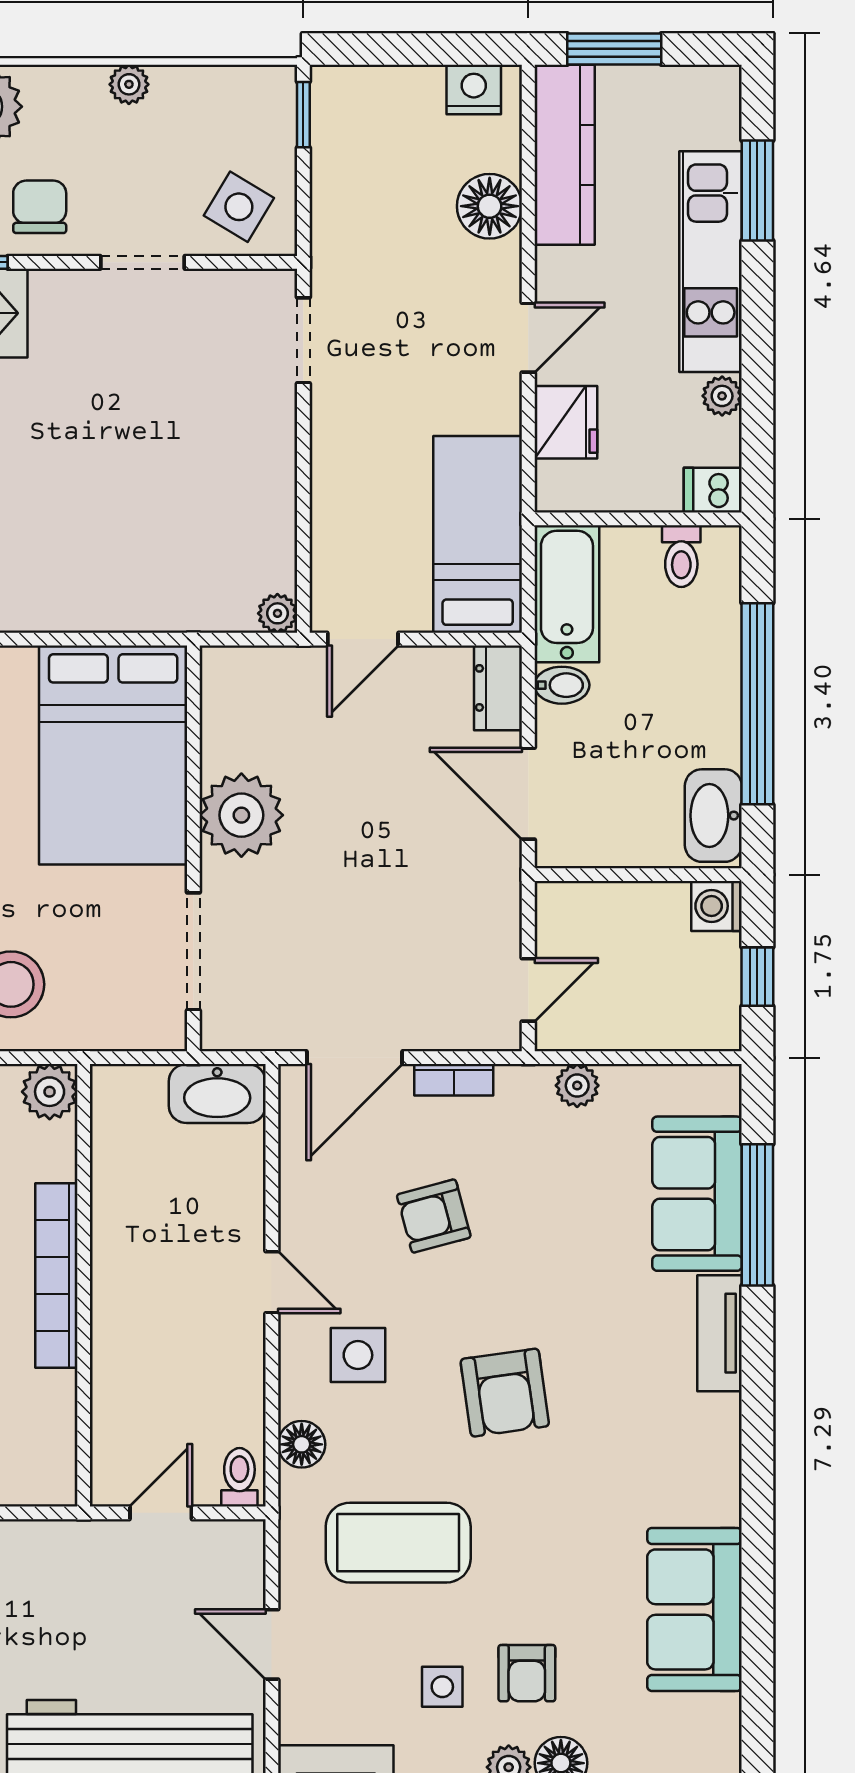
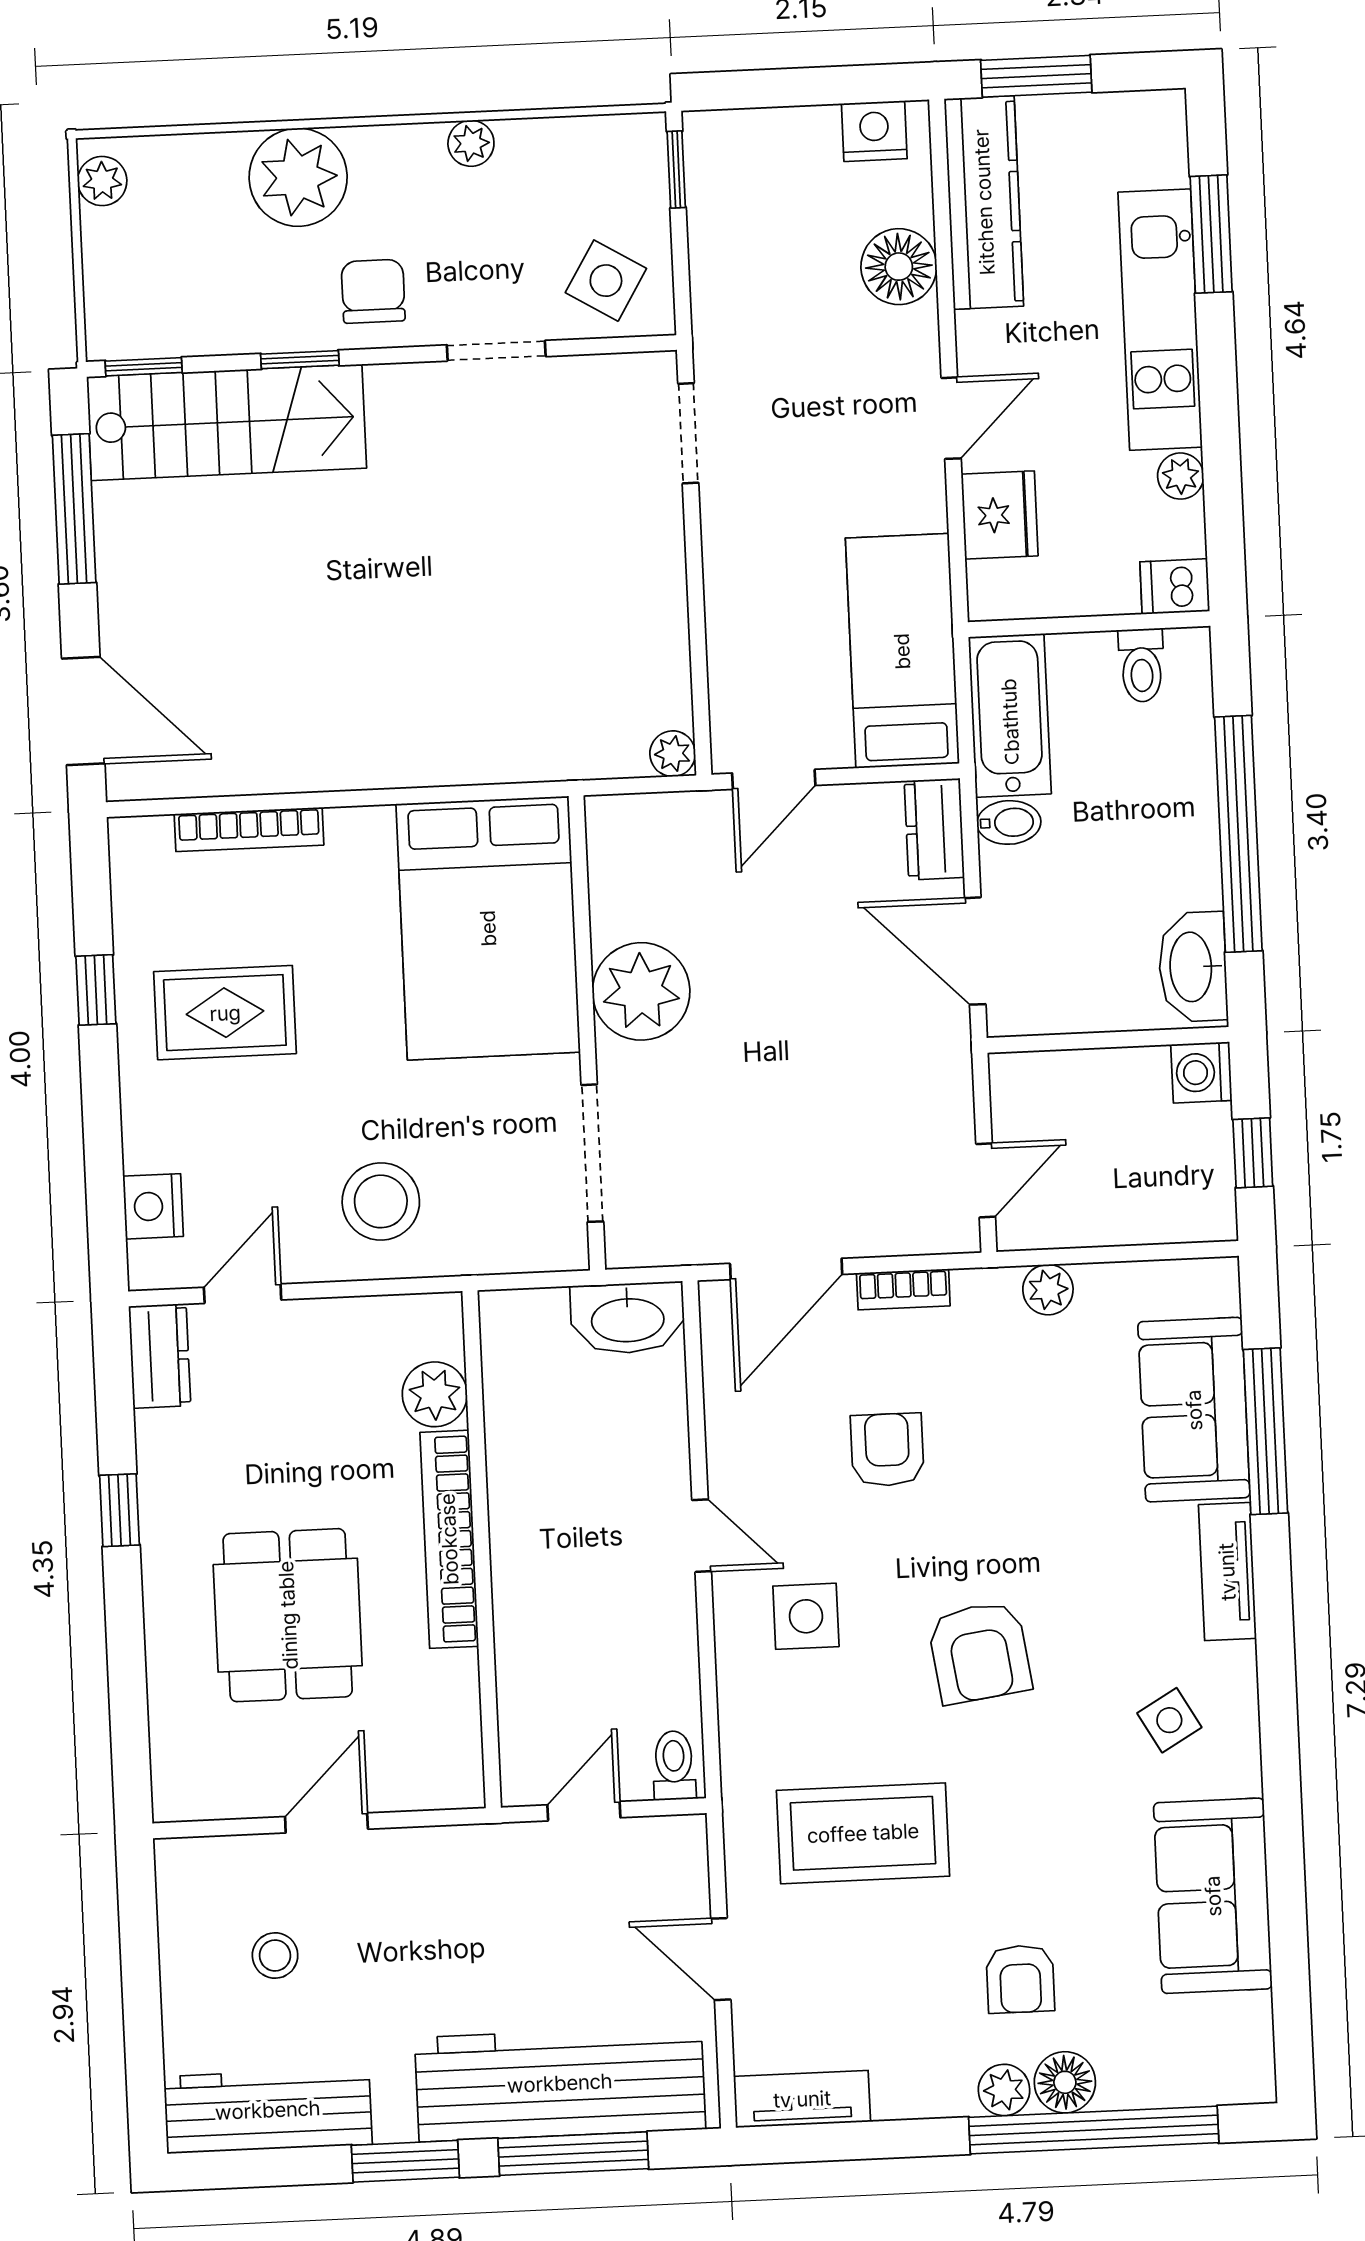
plant: (50, 1092) -> (435, 1394), moved
armchair: (434, 1216) -> (887, 1450), turned 105
floor lamp: (302, 1444) -> (745, 1724), removed
side table: (442, 1687) -> (1169, 1720), moved, turned -30

